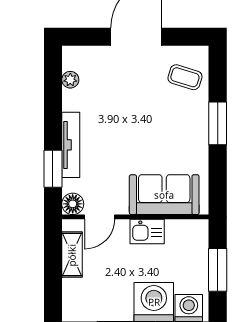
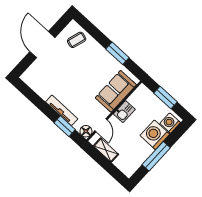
plant: (70, 80) -> (35, 87), removed
window: (218, 123) -> (117, 53), moved

